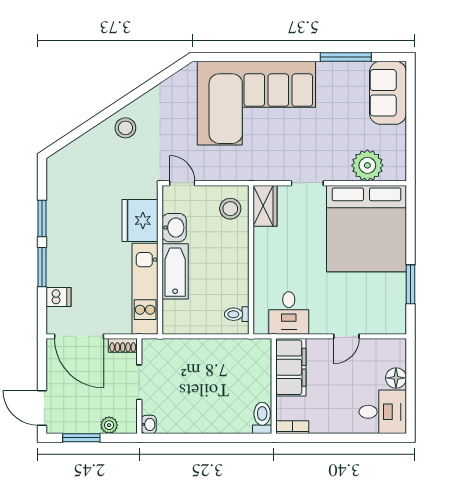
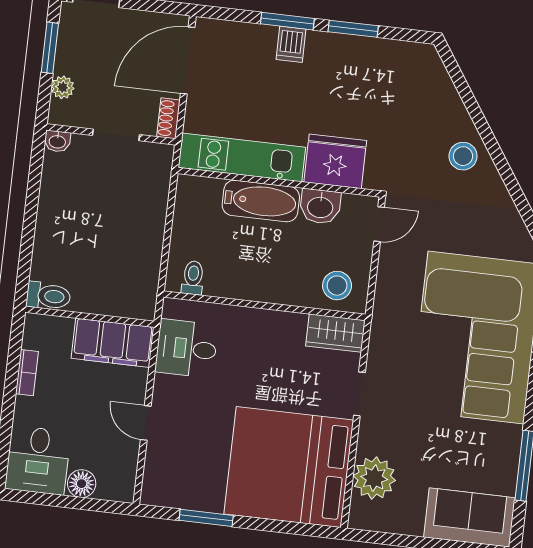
dishwasher: (58, 297) -> (291, 44), moved
bookcase: (292, 427) -> (27, 373), moved

